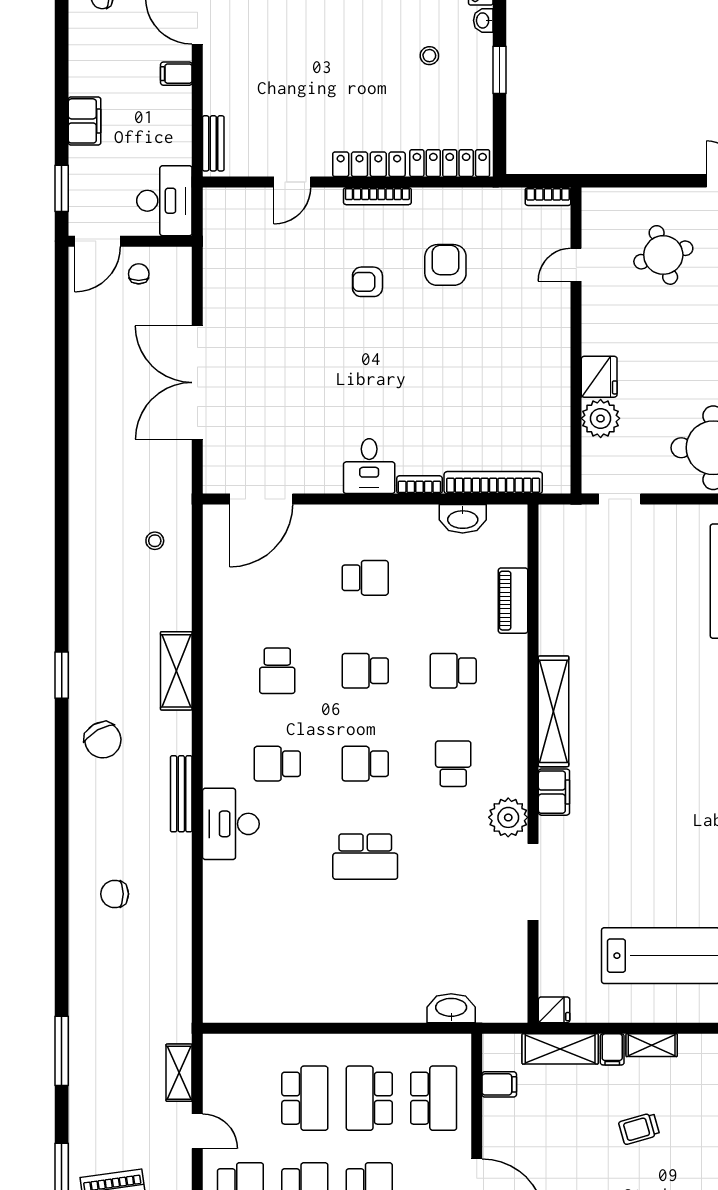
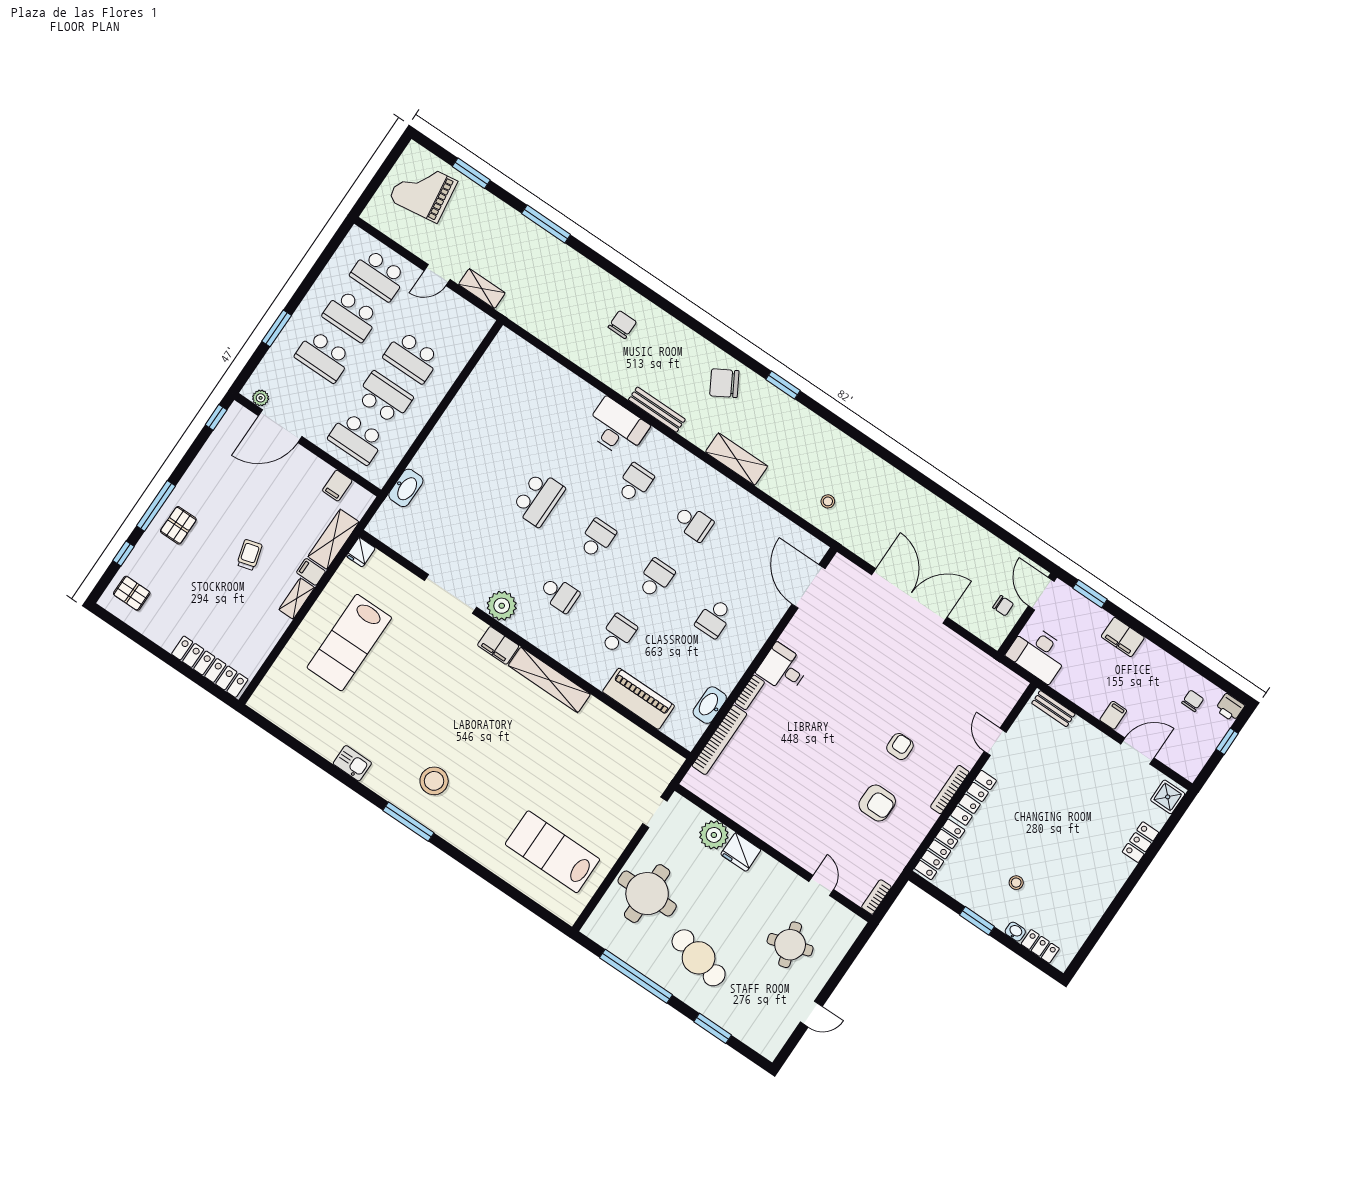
piano: (513, 601) -> (639, 699), width x1.37, depth x1.33
school desk: (277, 671) -> (693, 523), turned 180
school desk: (365, 857) -> (538, 499), turned 180

